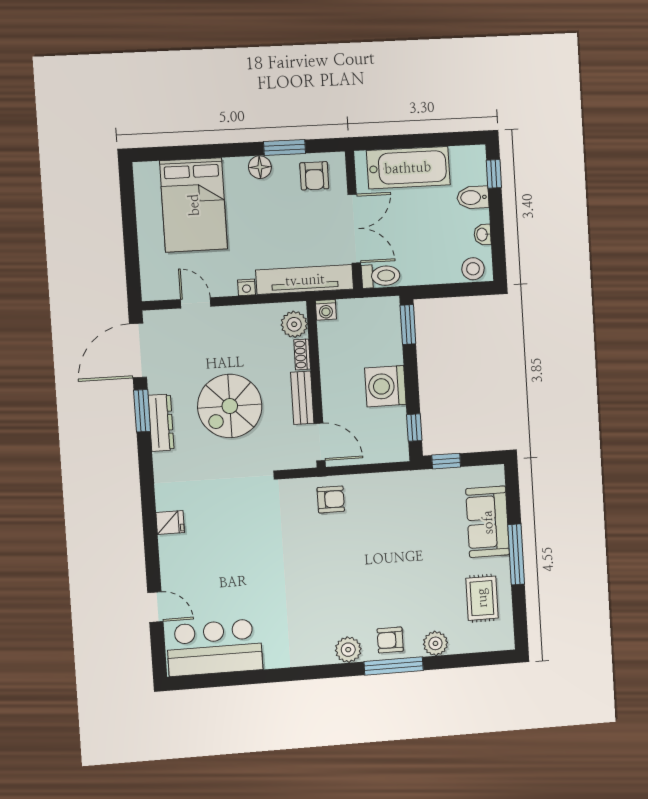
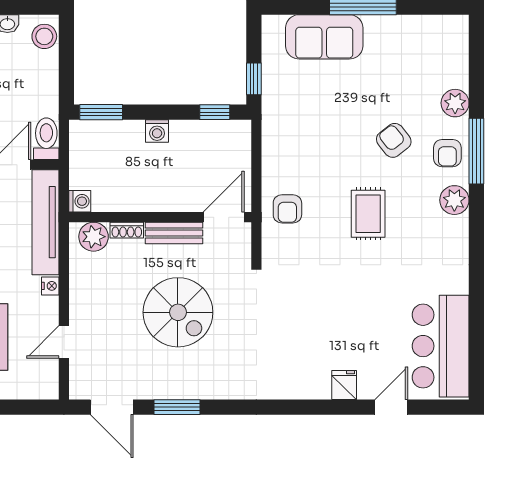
door: (138, 351) -> (112, 407), width x0.73
washing machine: (385, 386) -> (157, 131), width x0.53, depth x0.53
dresser: (161, 423) -> (191, 388), removed
armchair: (331, 499) -> (287, 209), turned 180
fridge: (170, 523) -> (344, 385), moved
armchair: (399, 591) -> (394, 140), added
rug: (482, 598) -> (368, 214), moved, turned 90

